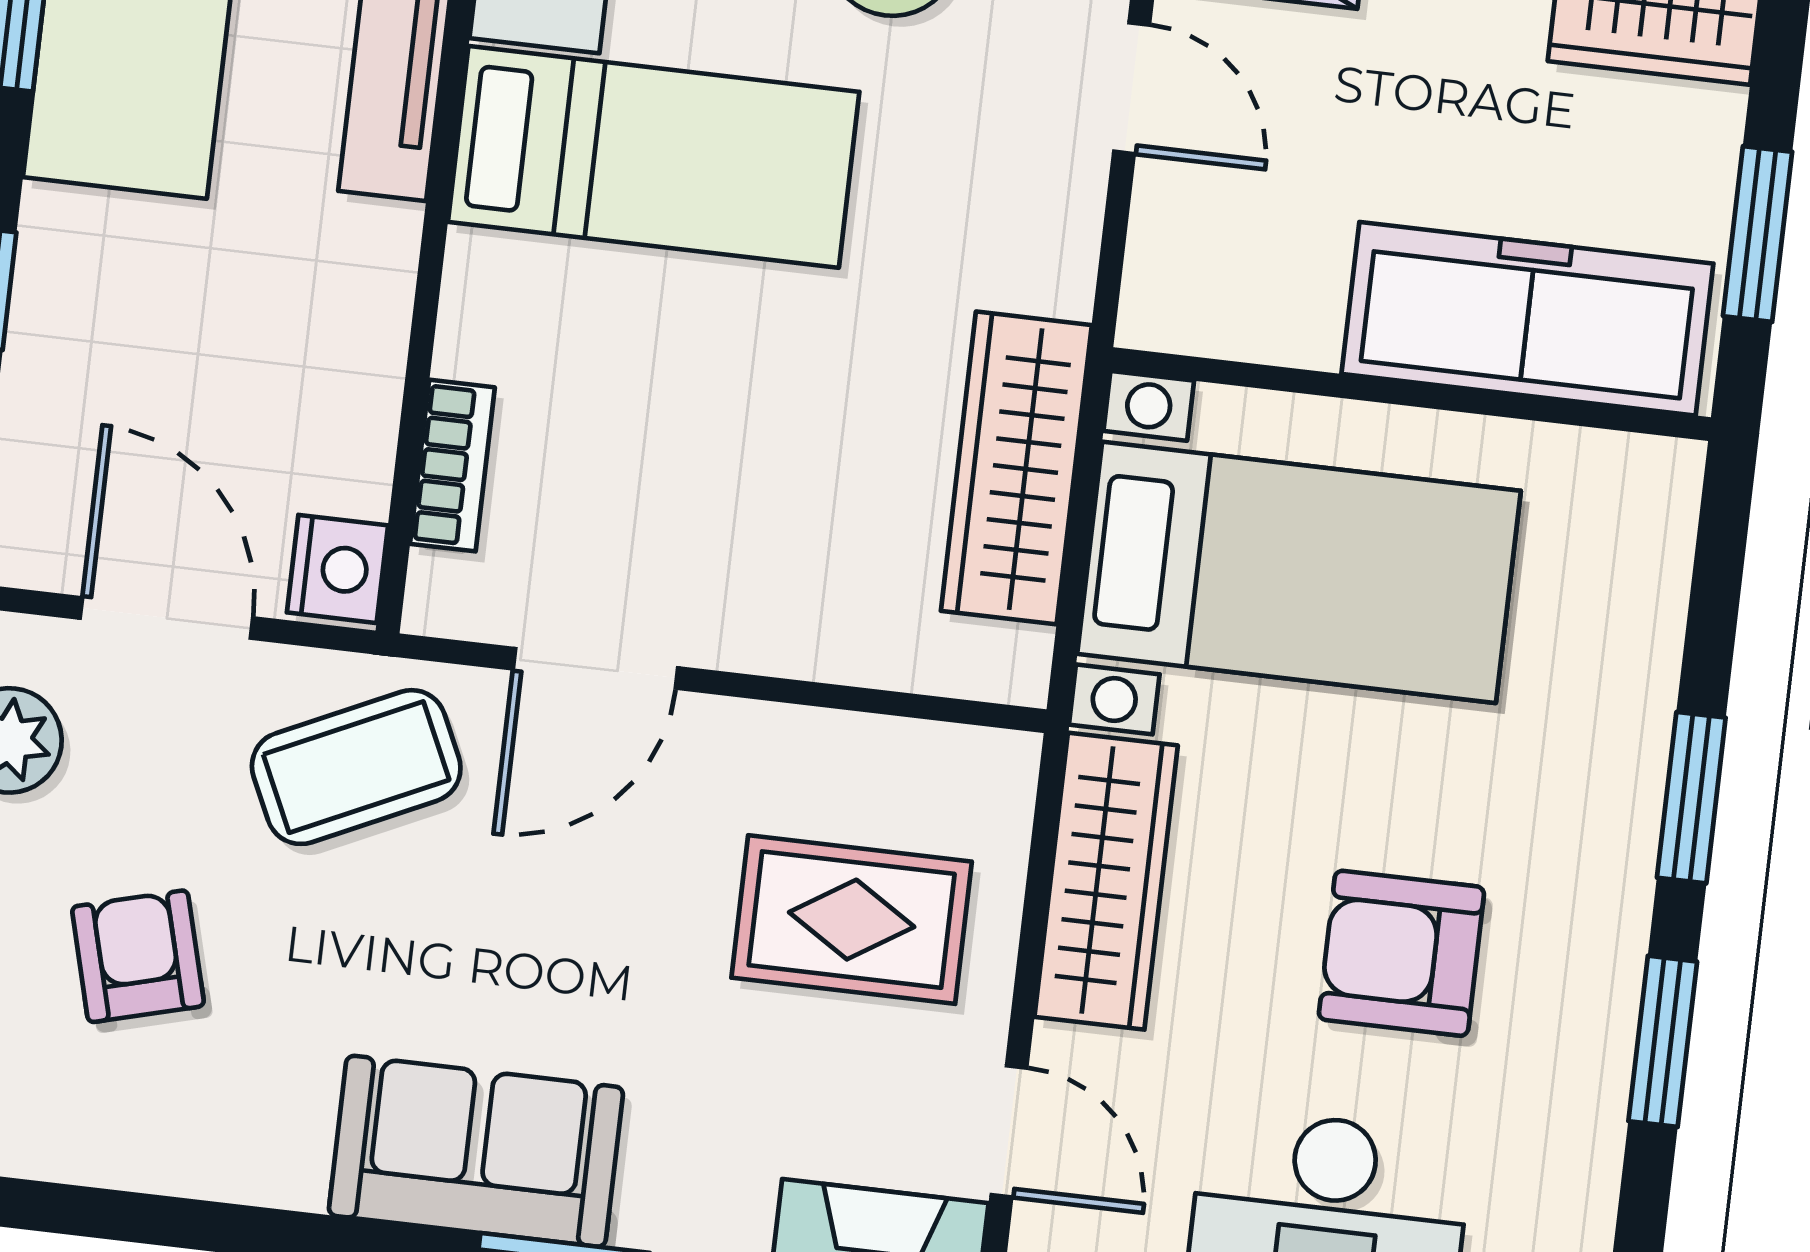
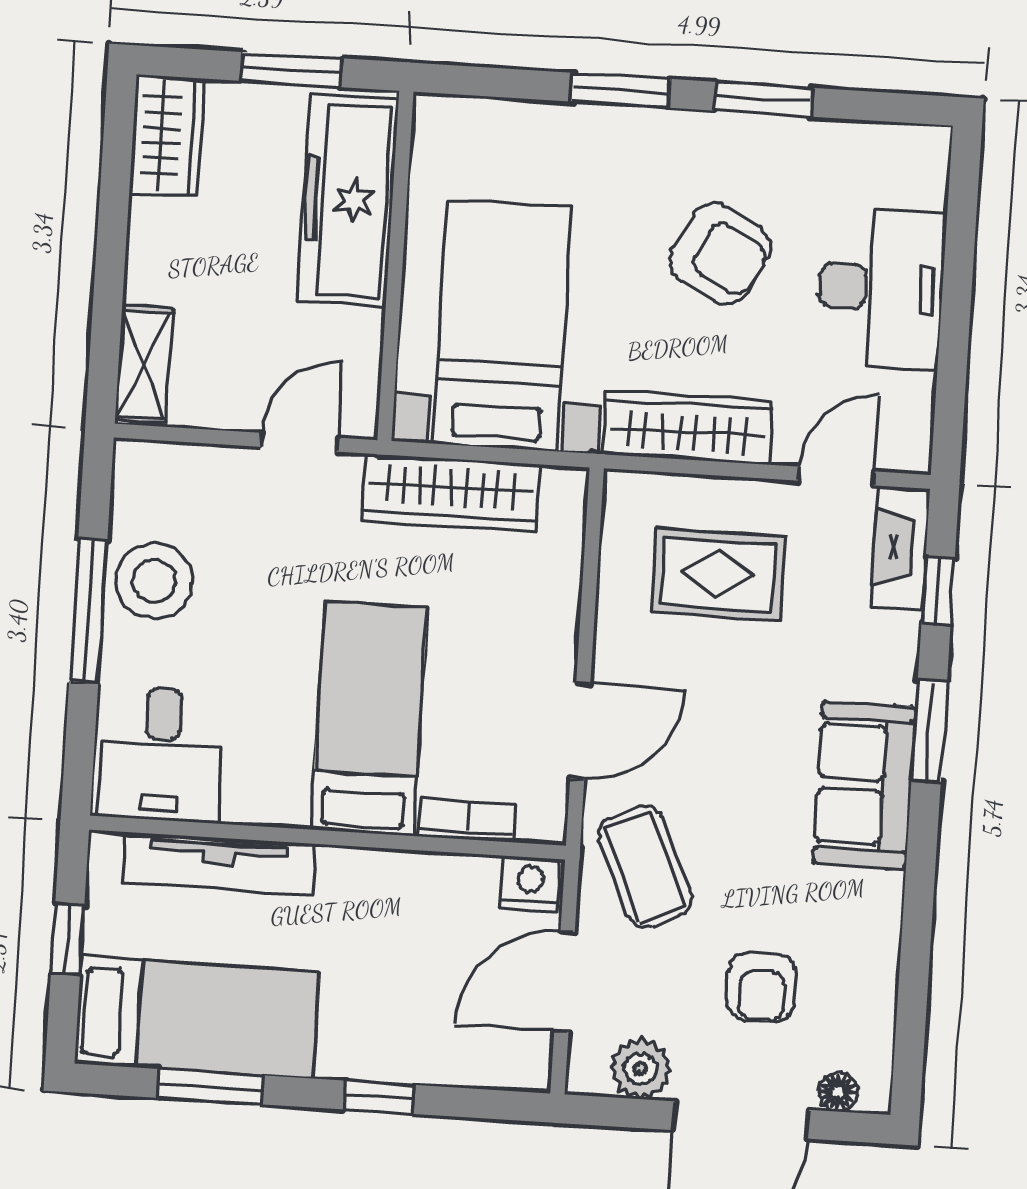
door: (1132, 88) -> (299, 442), moved
bed: (654, 157) -> (369, 719), moved
door: (595, 668) -> (580, 731), hinge flipped
rug: (852, 920) -> (718, 574), turned 90
armchair: (1401, 953) -> (720, 254), turned -62
armchair: (138, 956) -> (762, 987), turned -75

